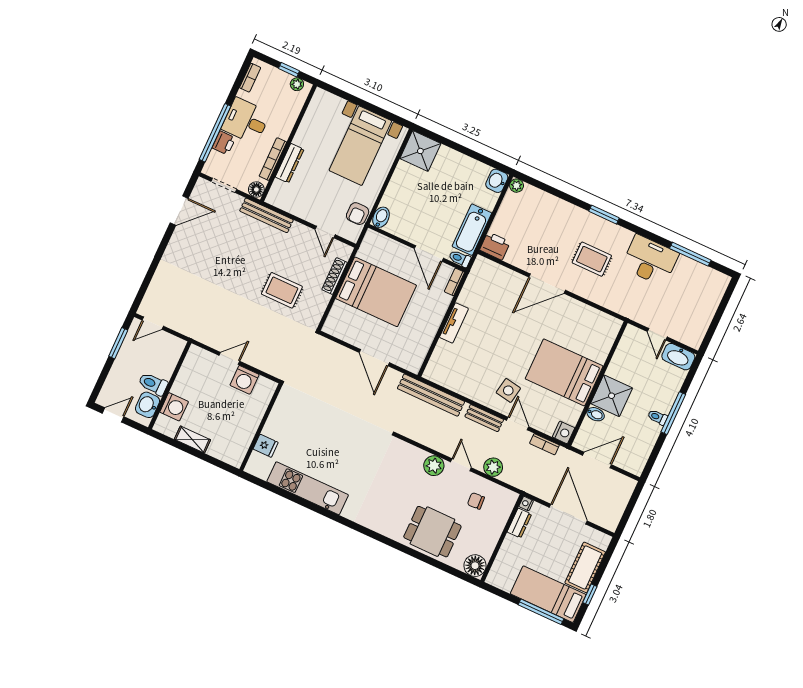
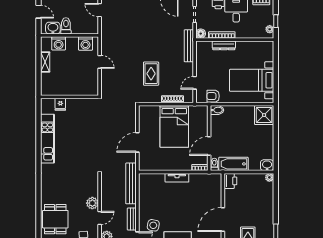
door: (547, 284) -> (223, 220), hinge flipped
washing machine: (245, 380) -> (85, 43), moved, turned -90

